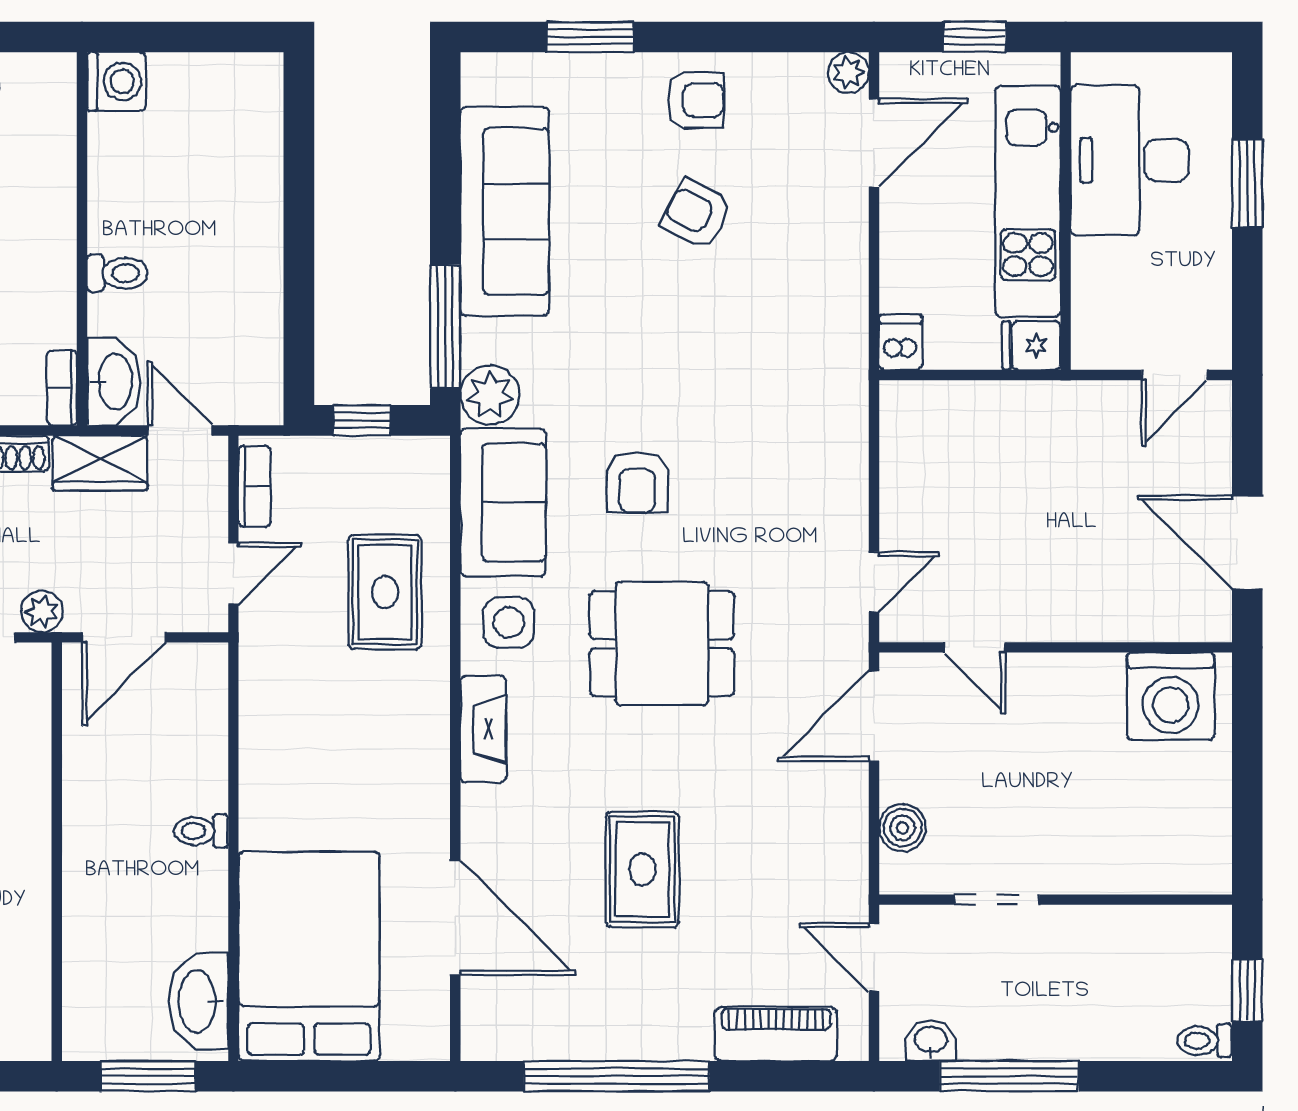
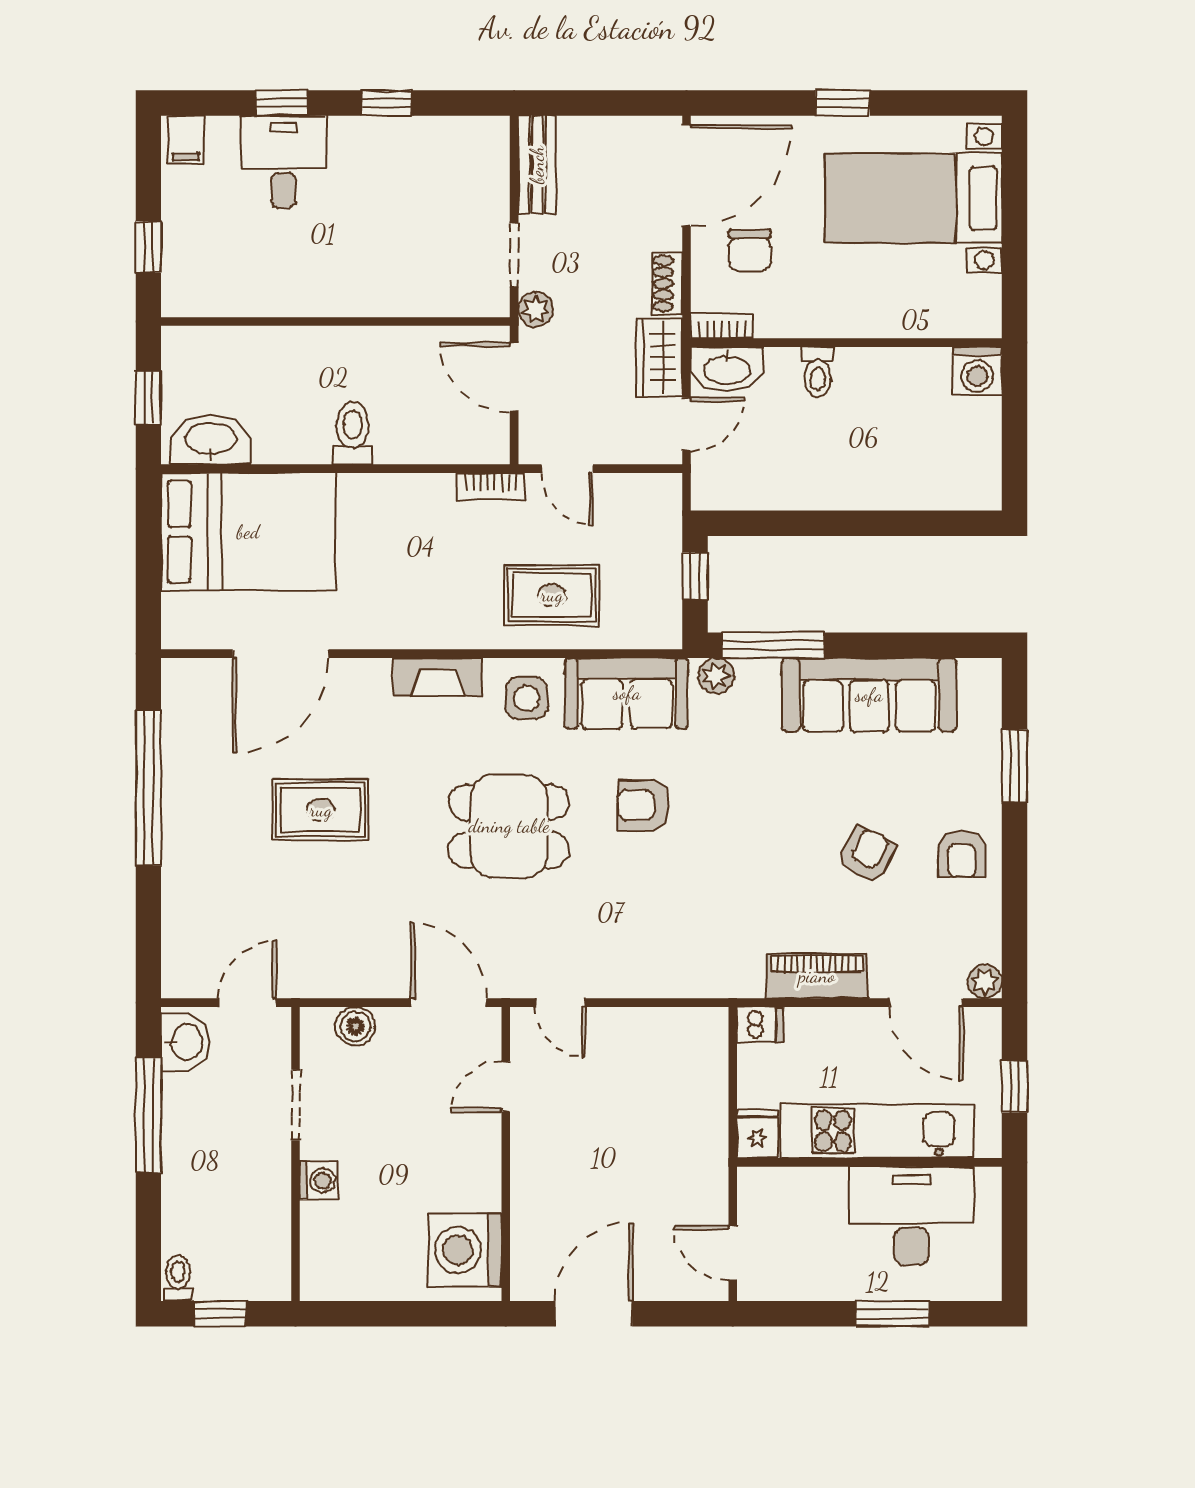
plant: (490, 395) -> (716, 676), width x0.73, depth x0.73
bookcase: (255, 486) -> (491, 486), moved
dining table: (662, 644) -> (509, 826), turned 90
toilet: (201, 831) -> (353, 433), width x1.37, depth x1.39
washing machine: (1088, 872) -> (319, 1181), added
piano: (776, 1034) -> (817, 976), moved, turned -90
washbasin: (931, 1041) -> (185, 1042), width x1.38, depth x1.45
window: (148, 1076) -> (148, 398), width x0.67

